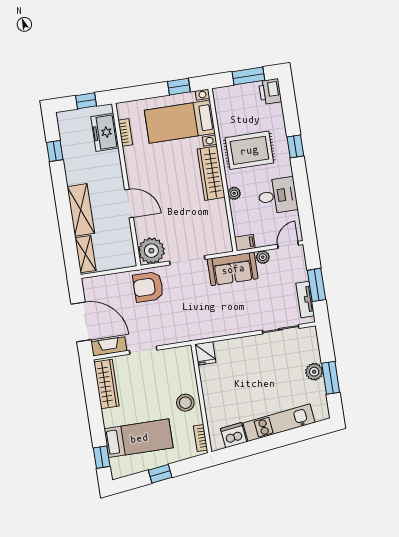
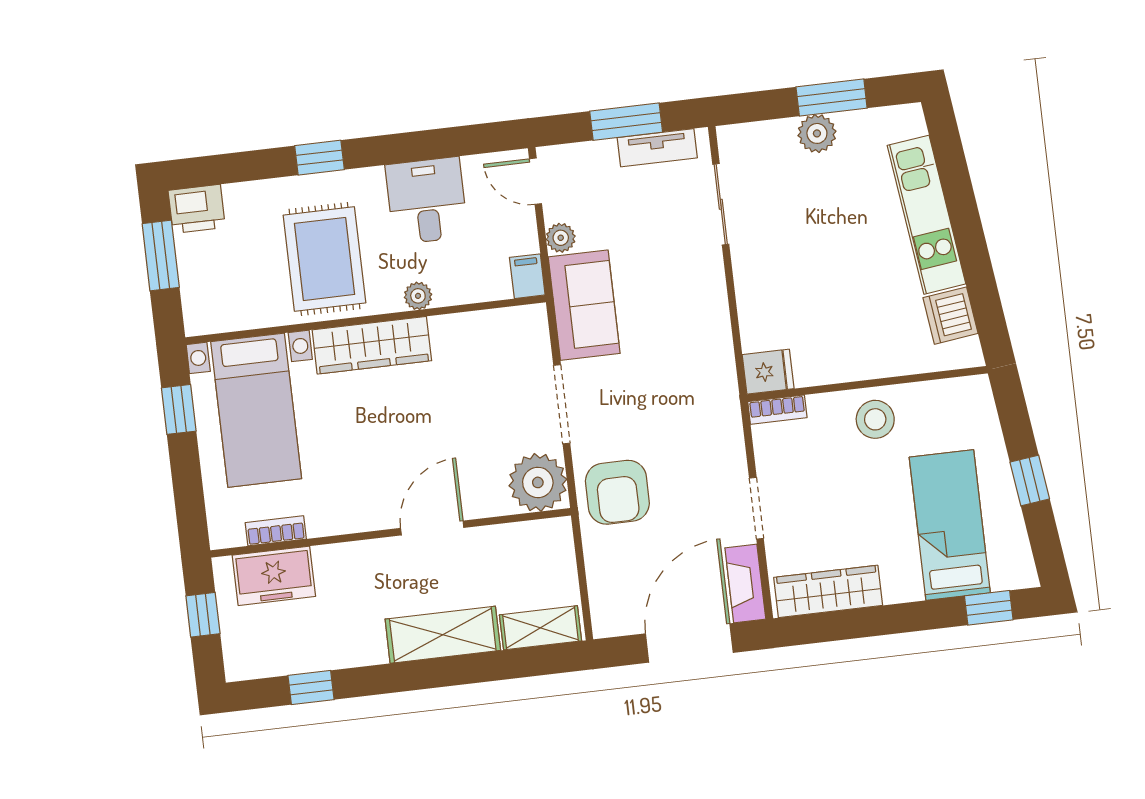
bookcase: (200, 438) -> (777, 410), moved

